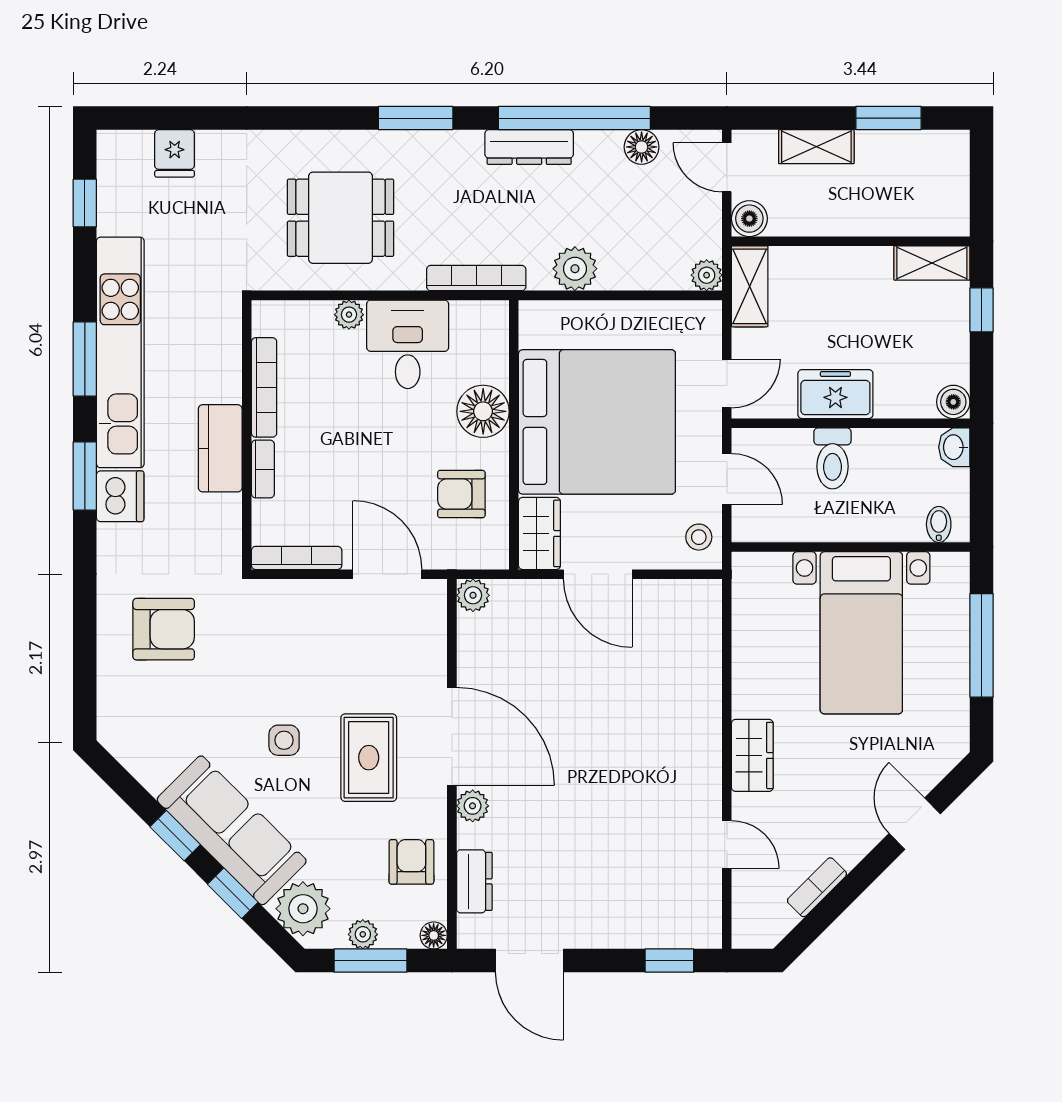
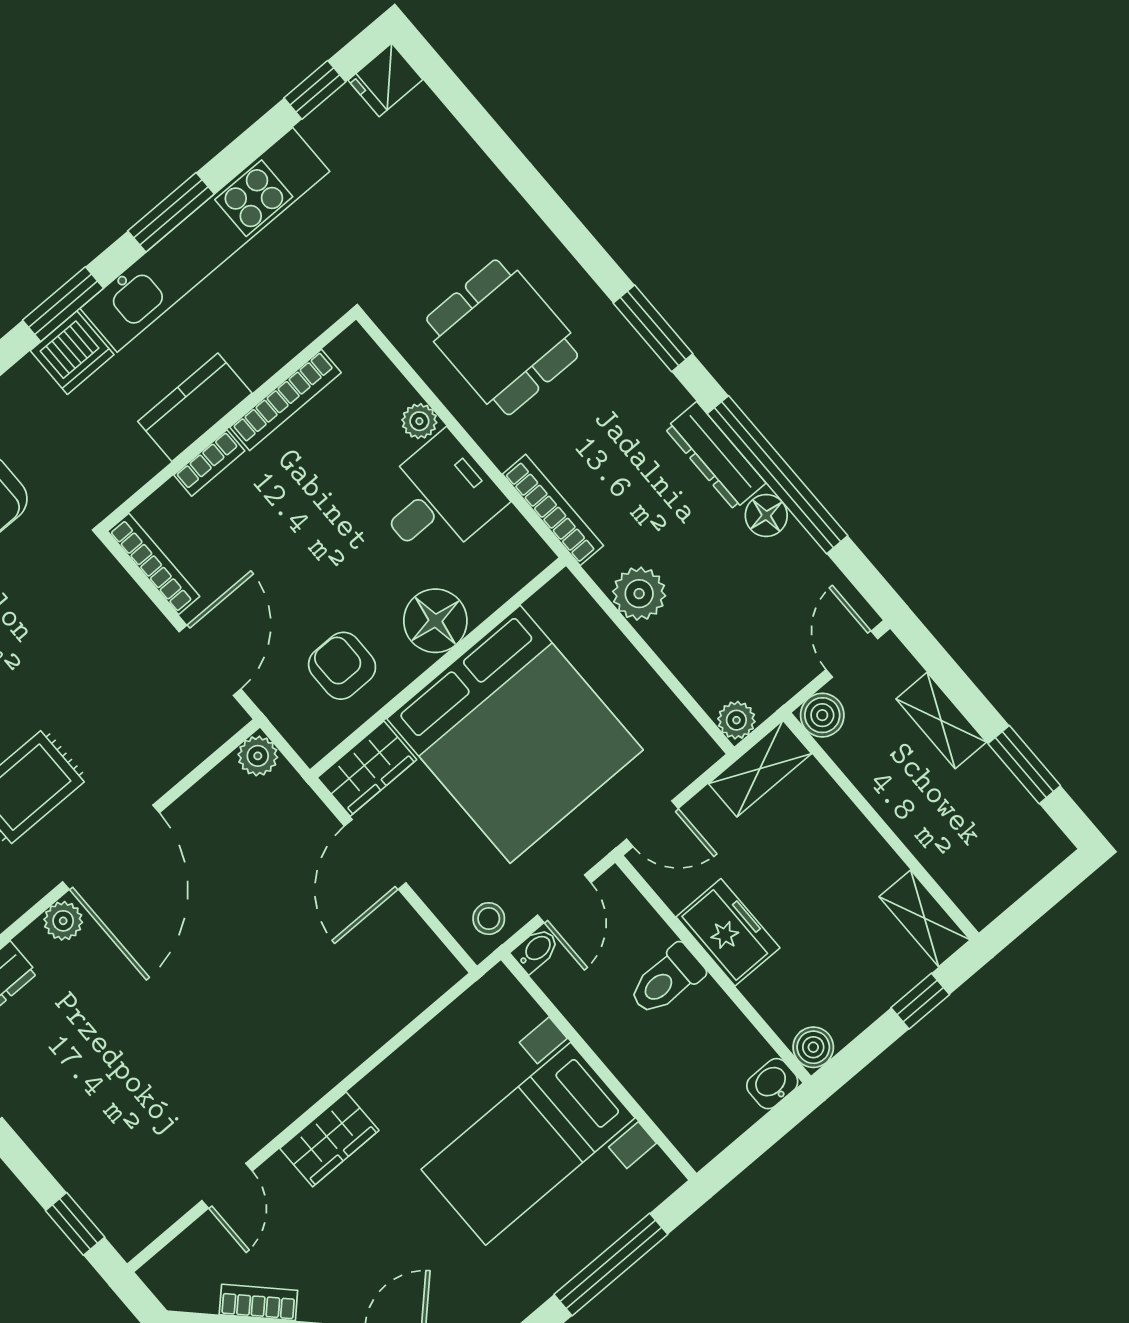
floor lamp: (642, 147) -> (766, 515), moved
fridge: (175, 153) -> (385, 80), moved
bidet: (939, 524) -> (536, 950), moved

